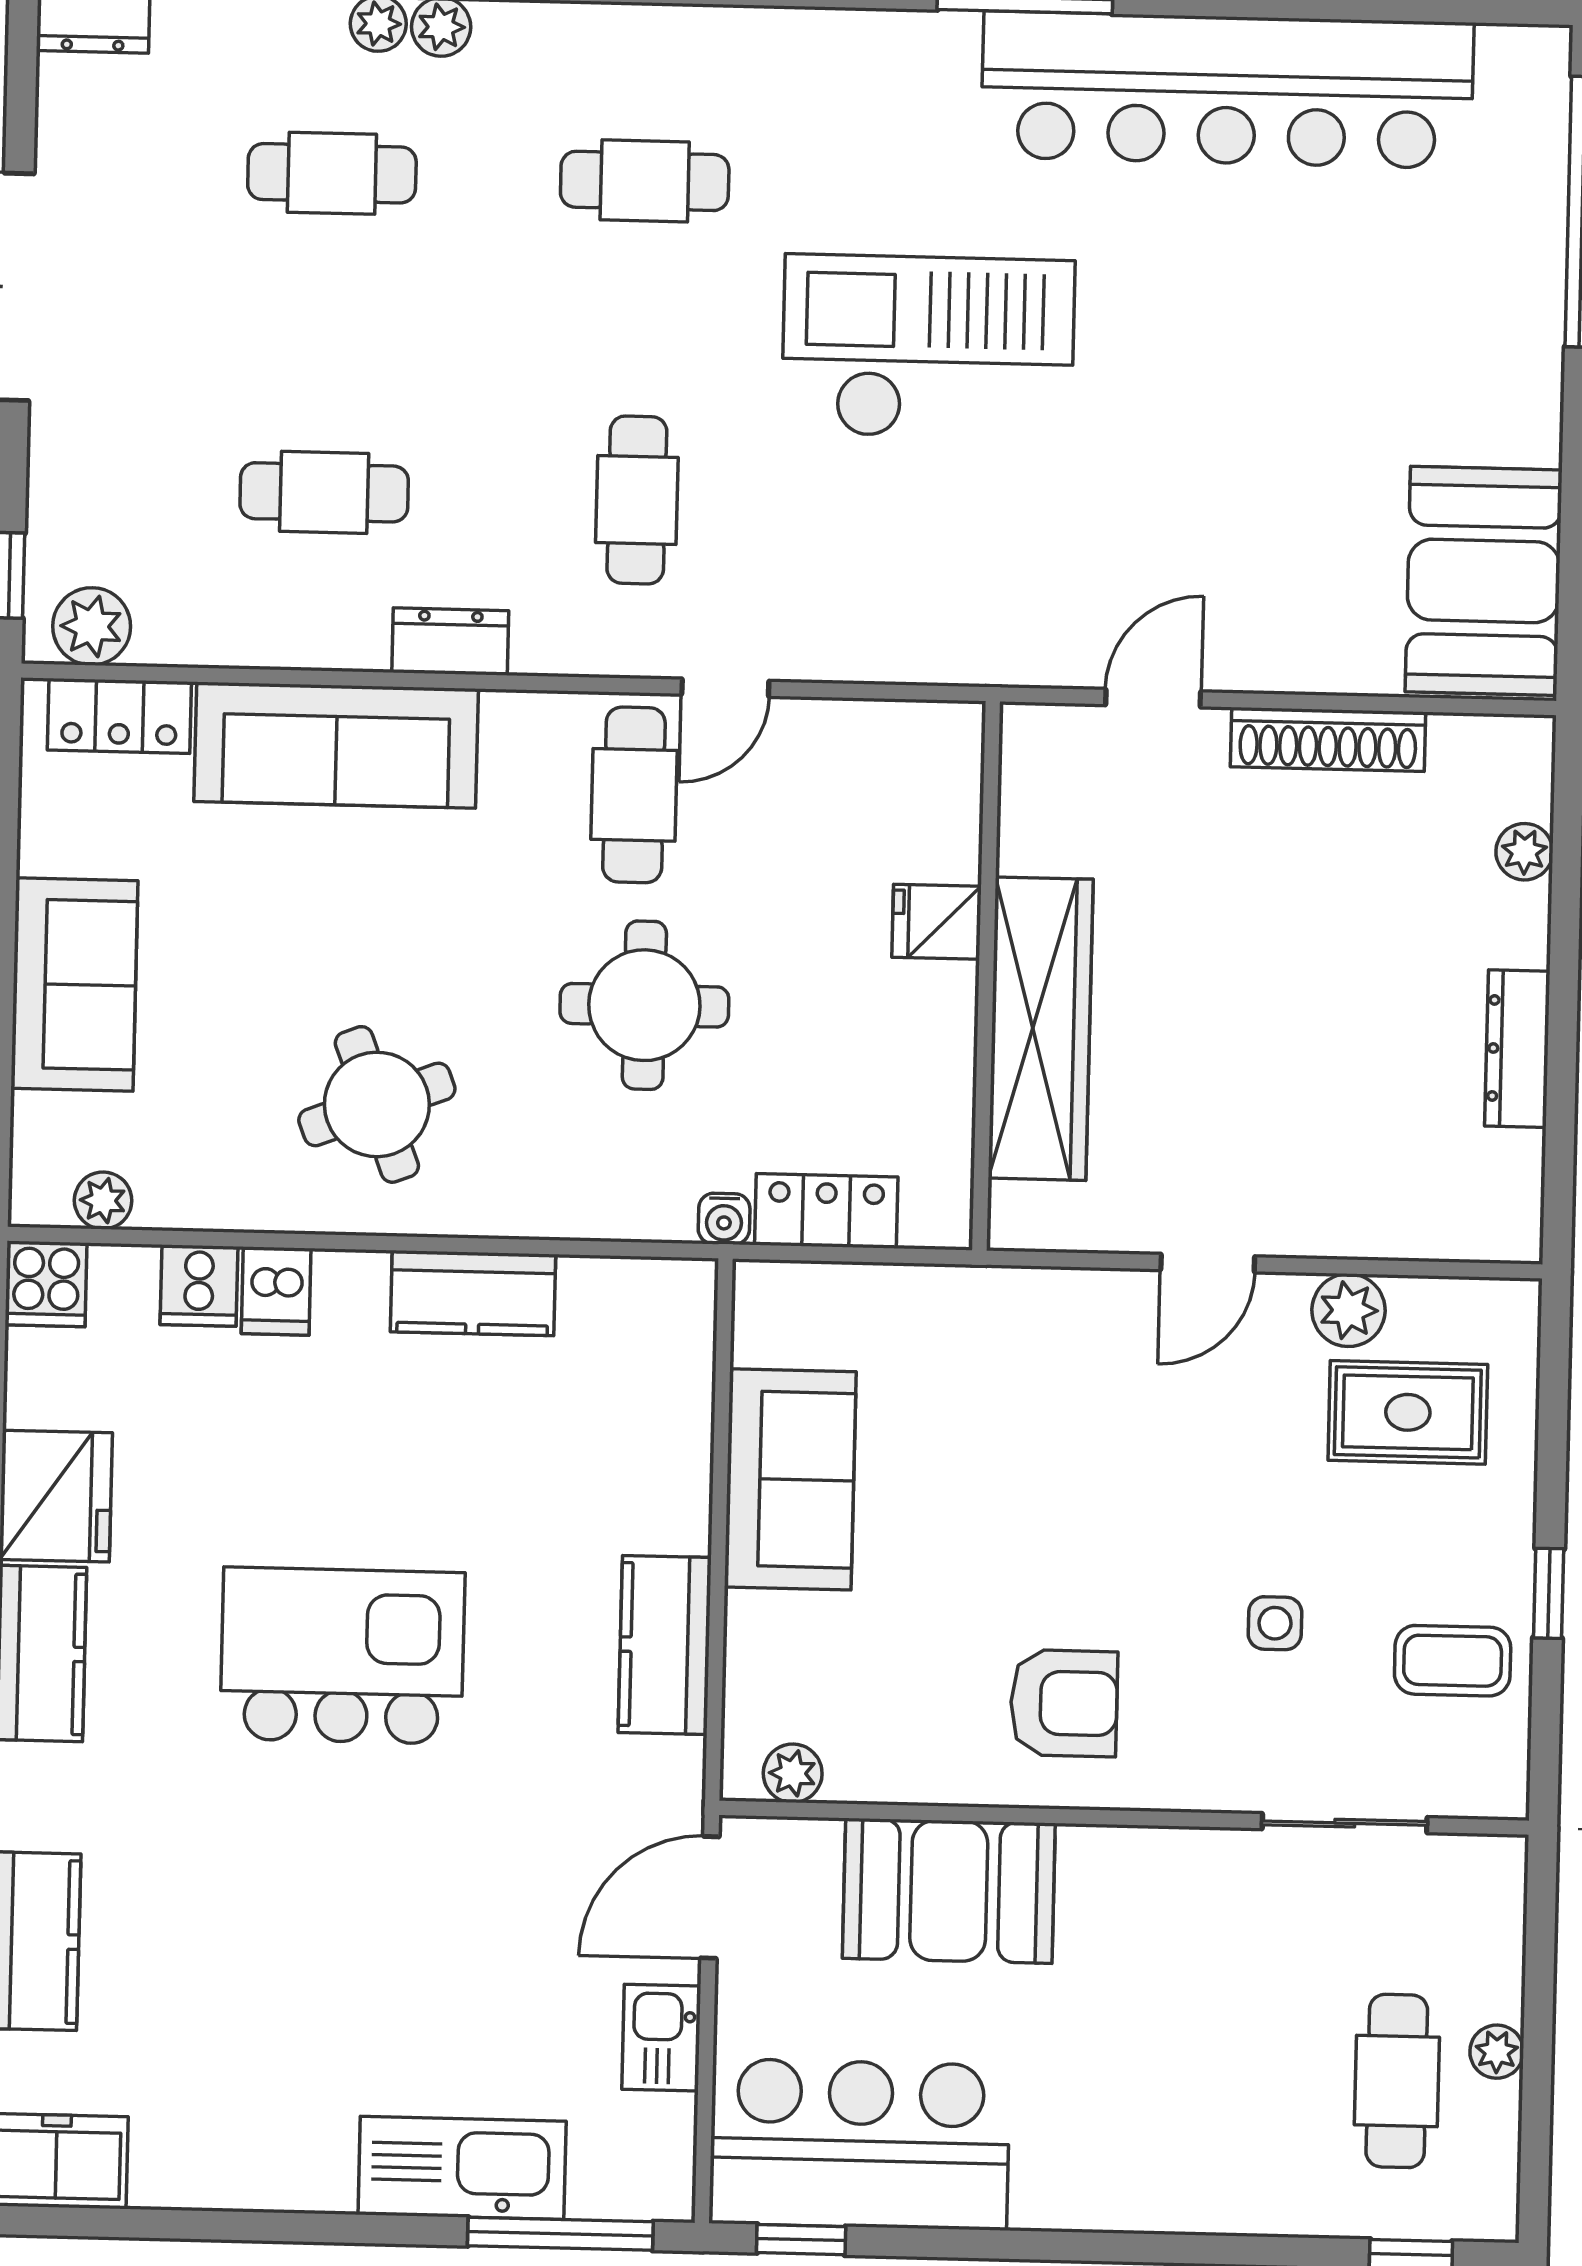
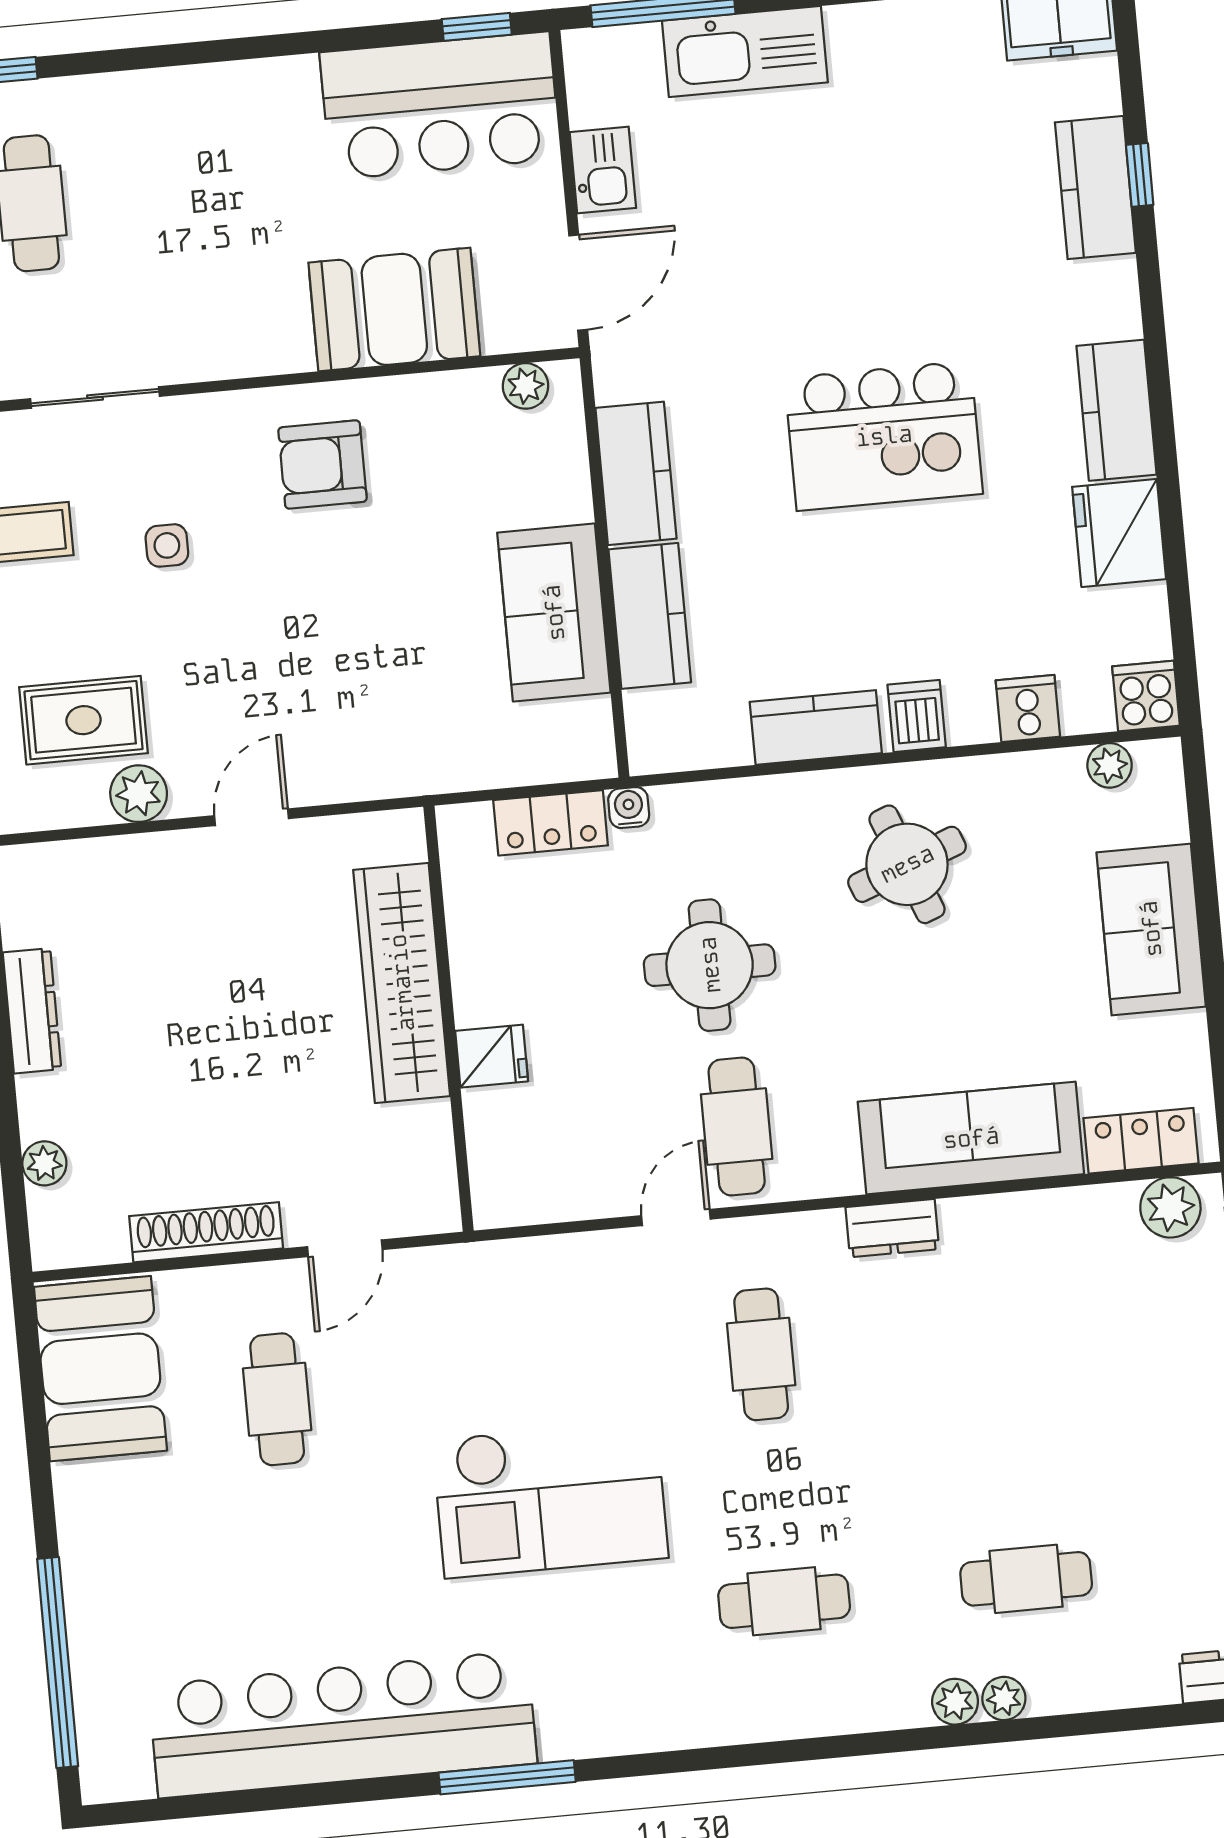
cafe table: (324, 492) -> (277, 1399), moved, turned 90
dishwasher: (276, 1291) -> (917, 716), moved
kitchen counter: (668, 1461) -> (650, 616), added

